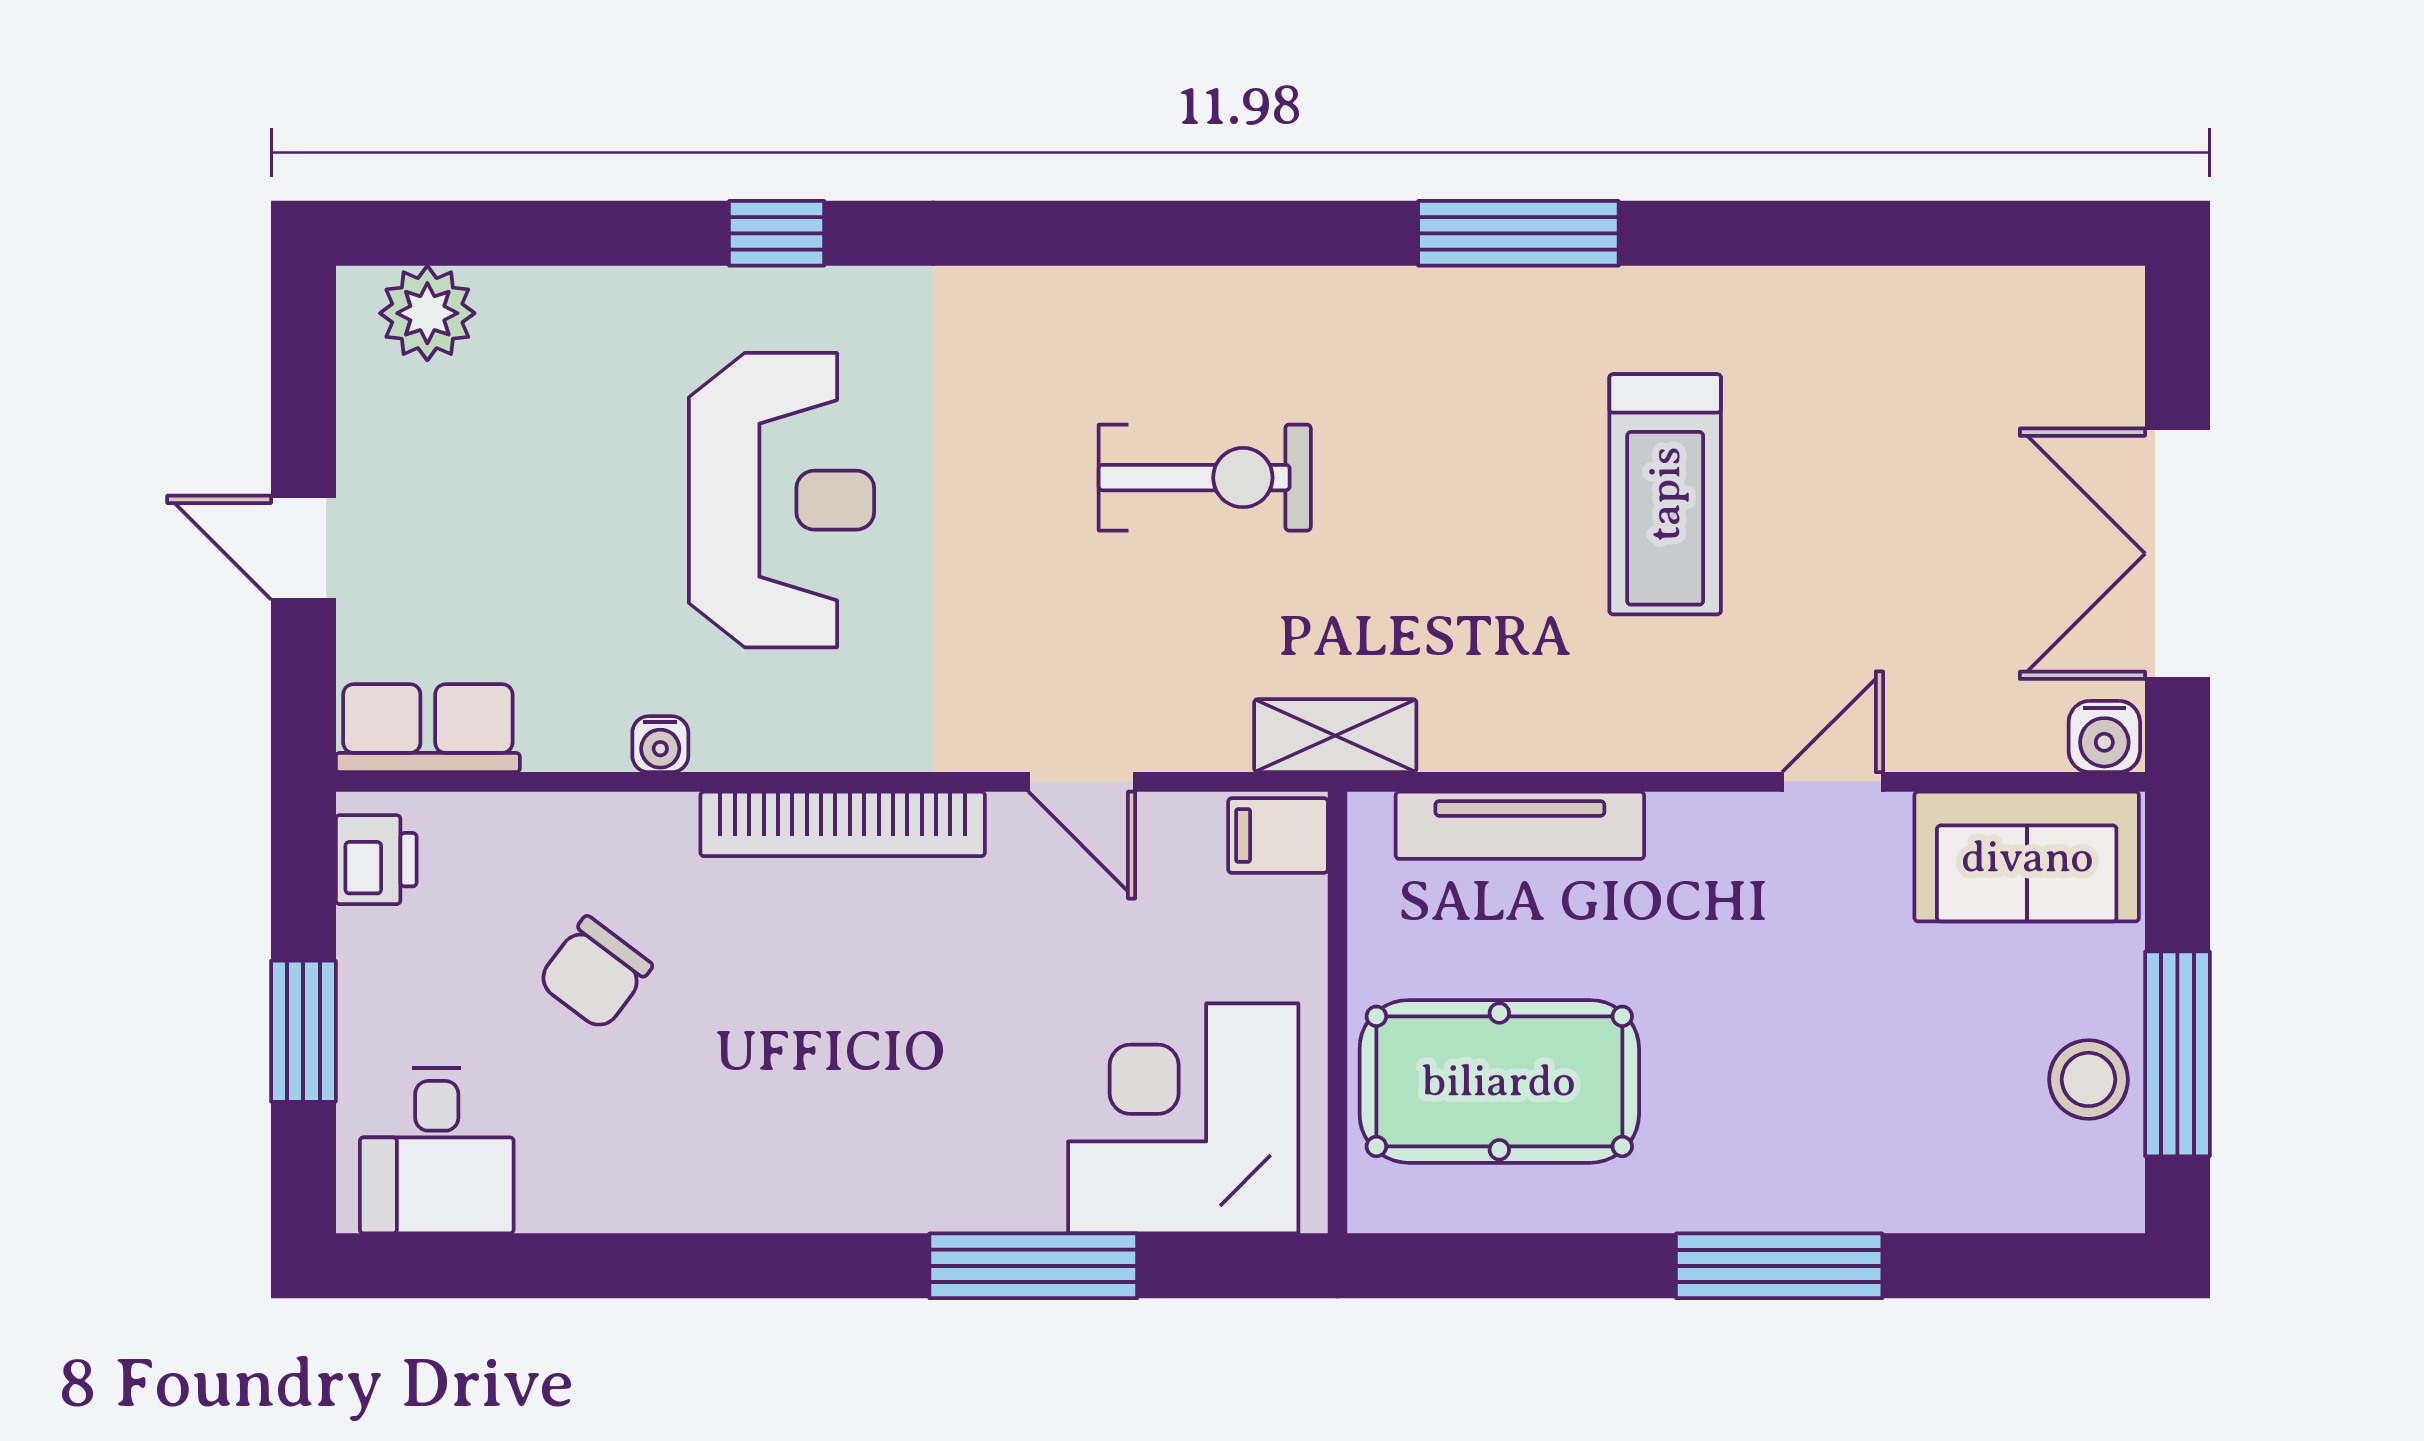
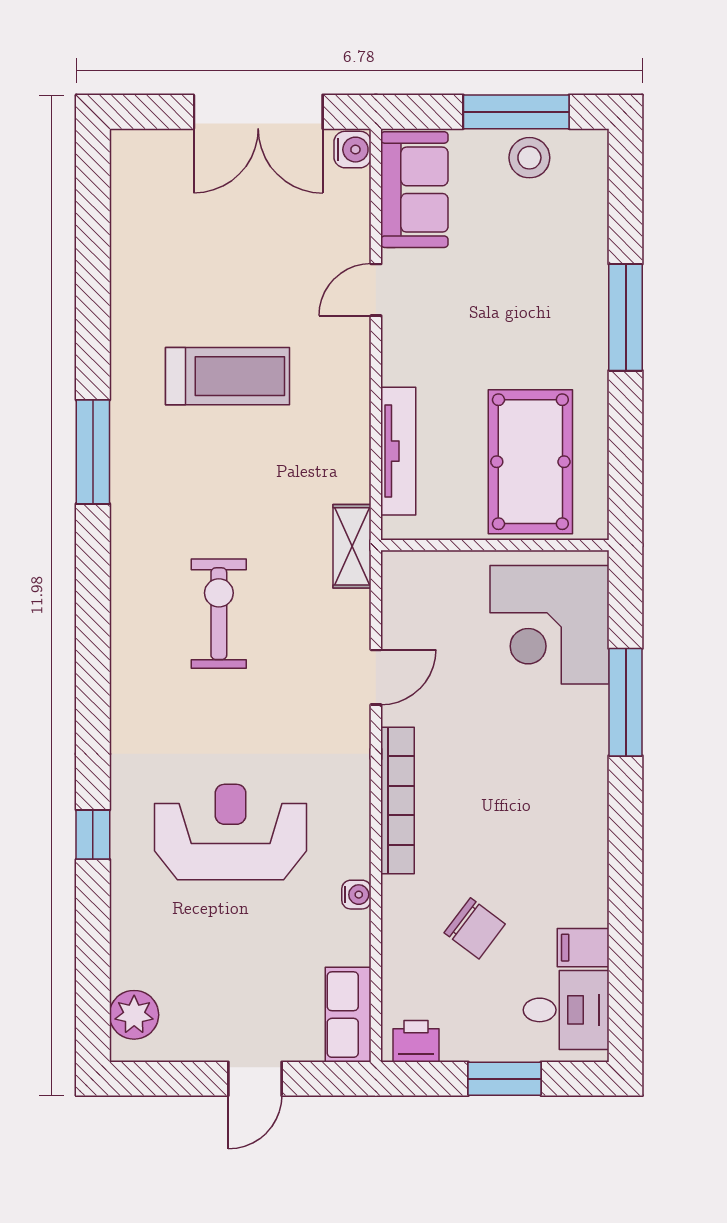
door: (1833, 782) -> (376, 290), hinge flipped
filing cabinet: (1278, 835) -> (583, 948), moved, turned 90

